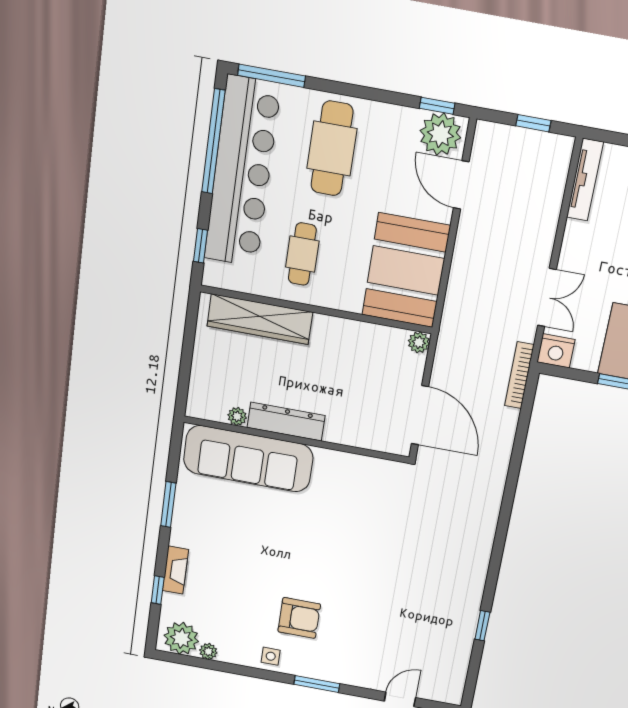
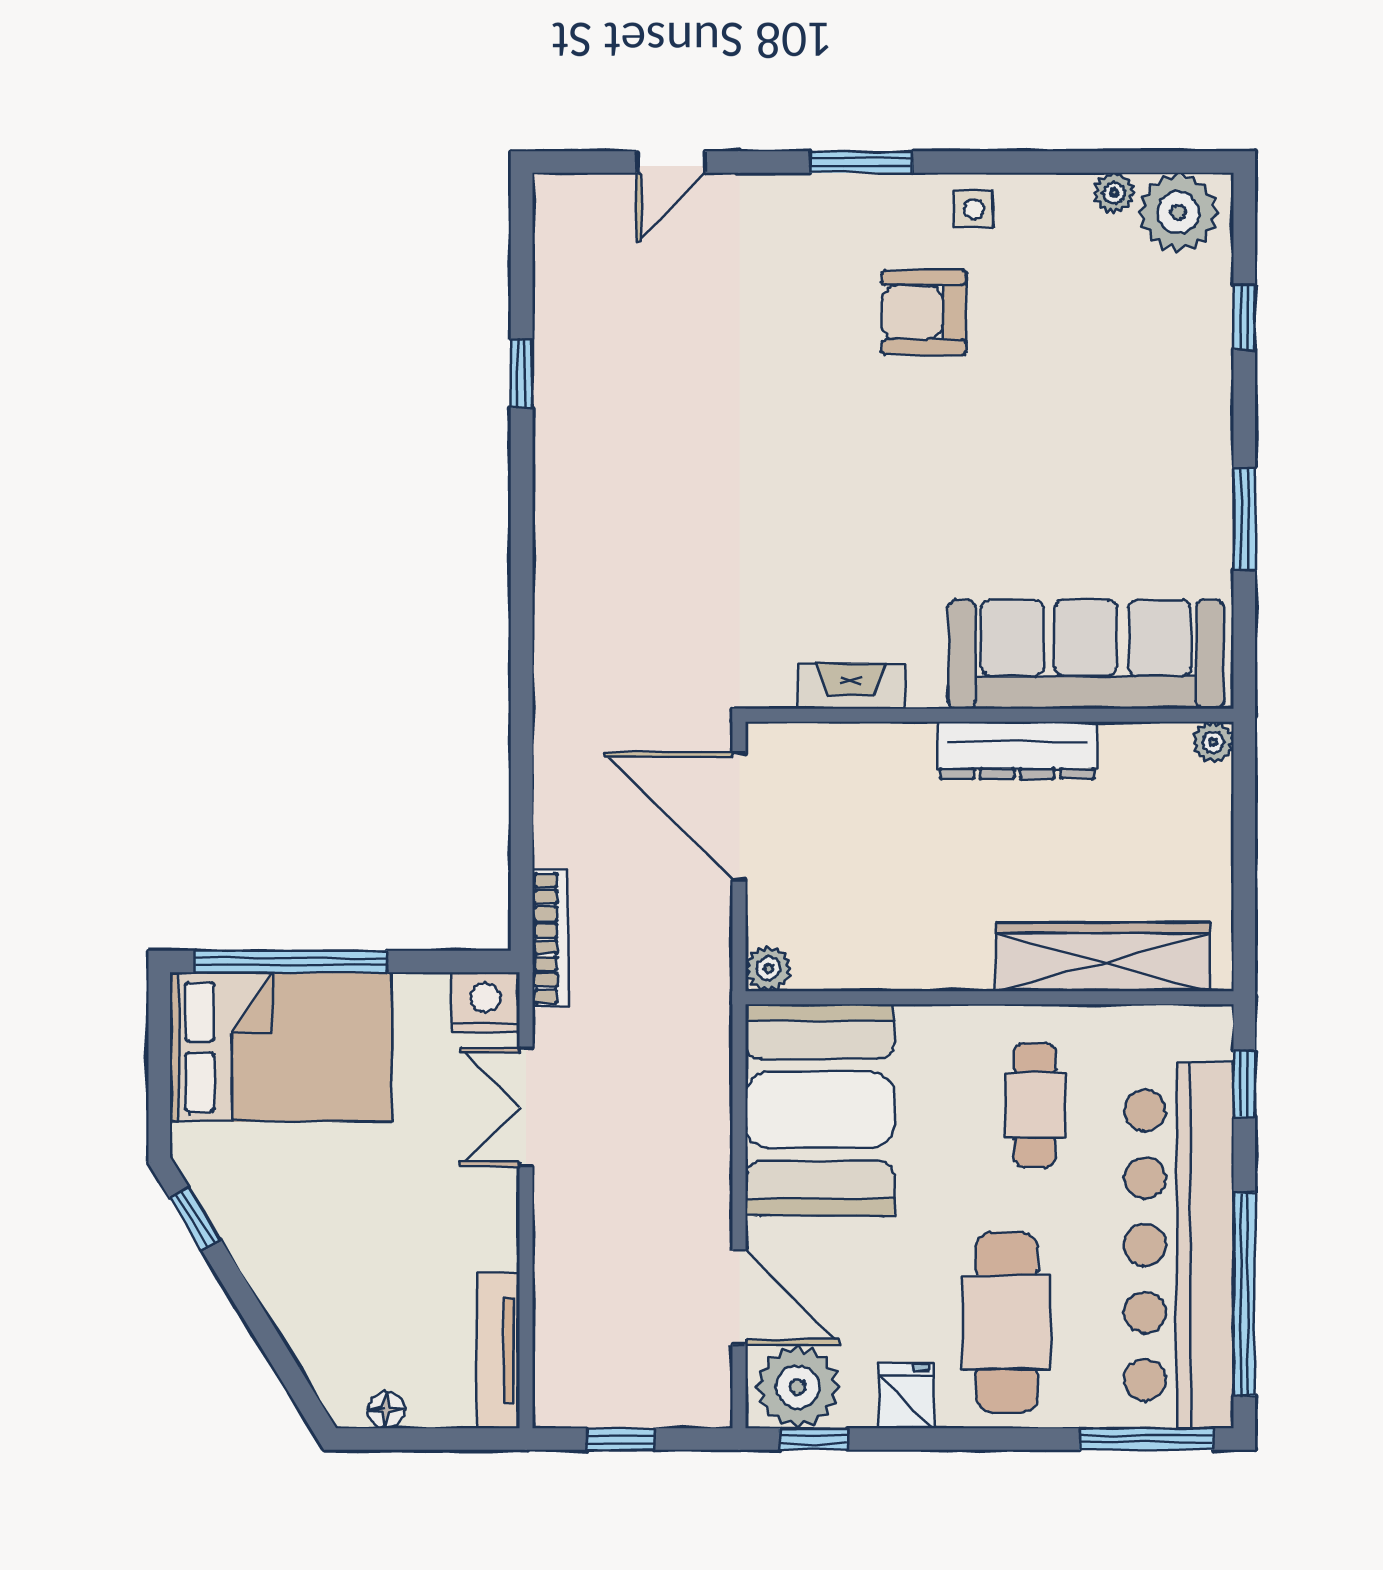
fridge: (387, 120) -> (906, 1396), added
plant: (237, 416) -> (1213, 742), moved
fireplace: (175, 570) -> (851, 686), moved, turned 90

